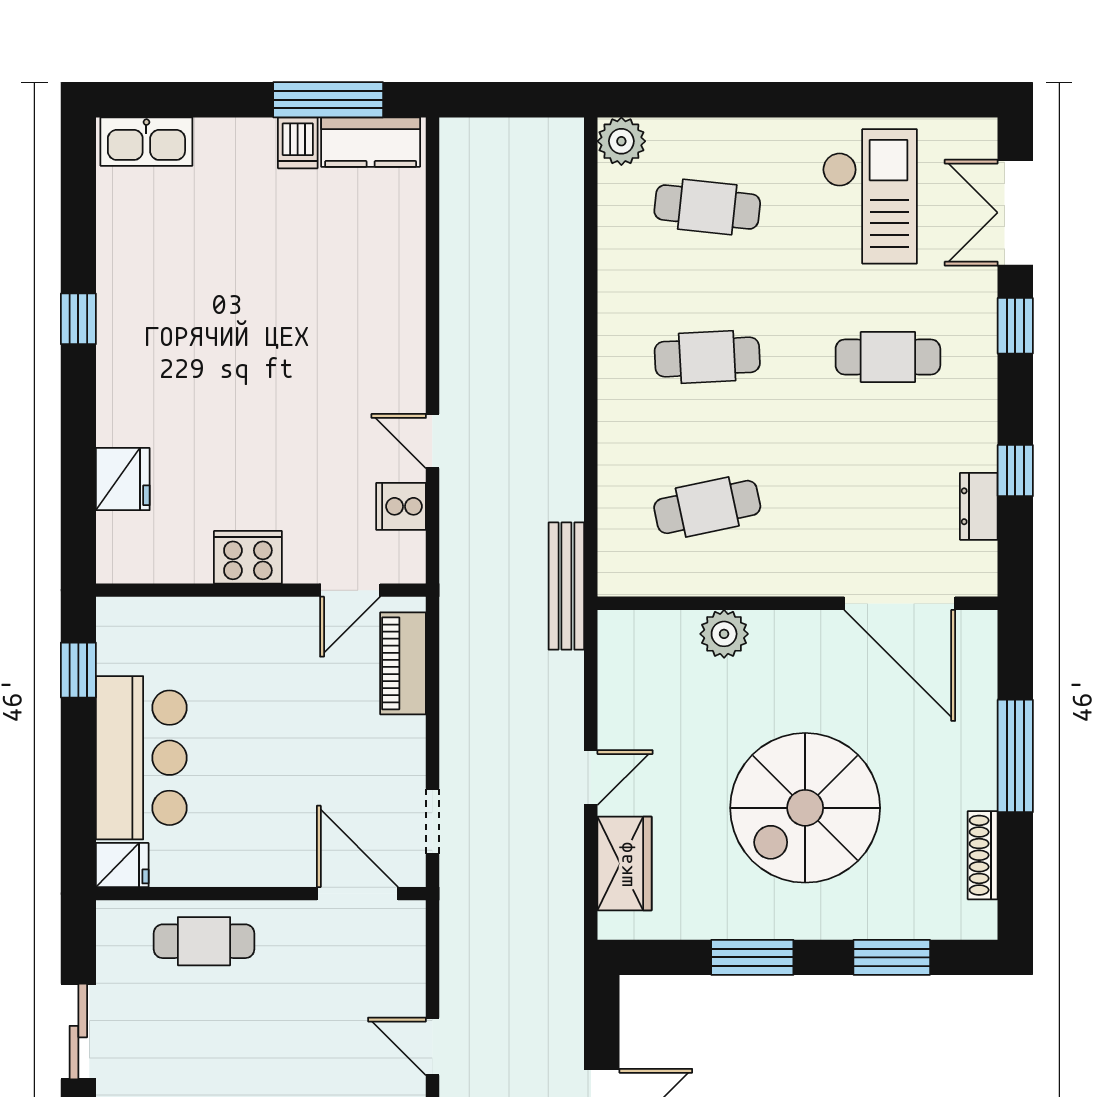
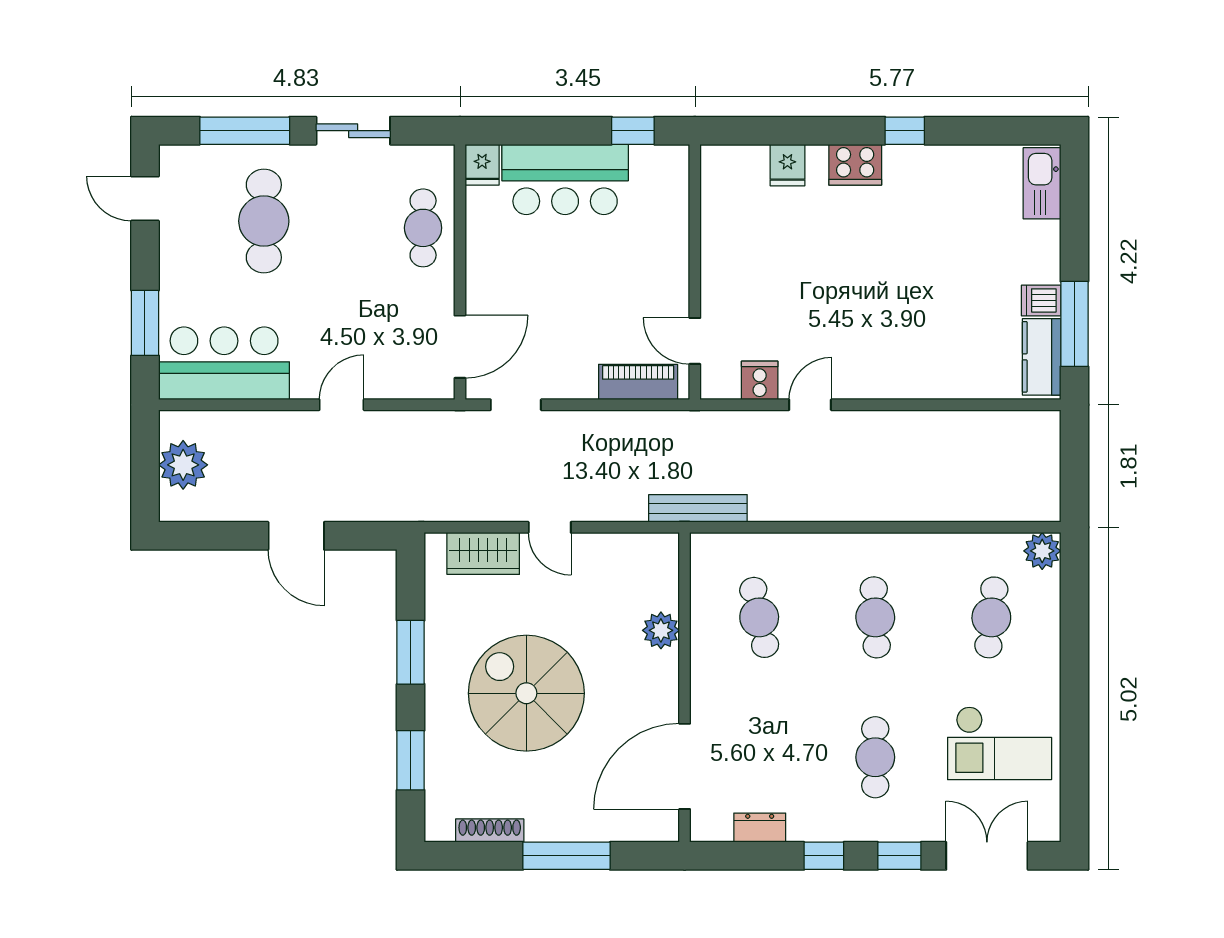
window: (1015, 471) -> (824, 856), moved
fridge: (123, 479) -> (787, 165), width x0.72
cooker: (248, 557) -> (855, 165), moved, turned 90

